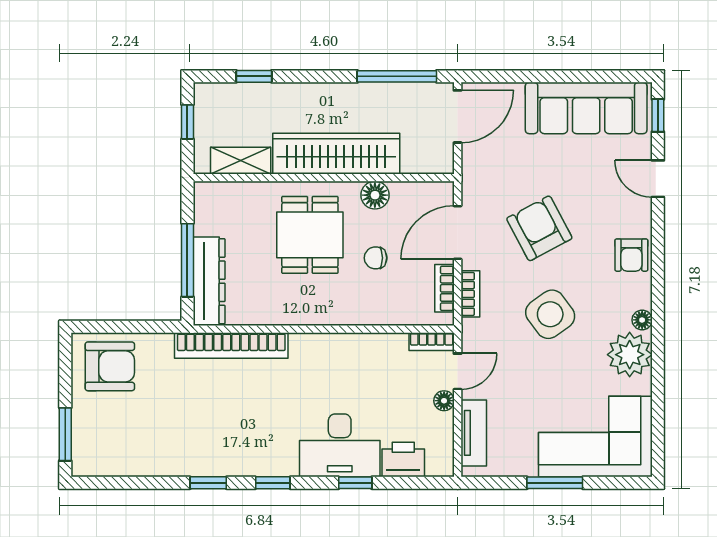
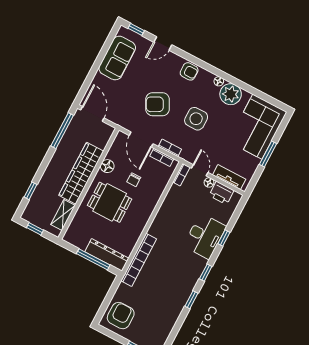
sofa: (586, 108) -> (117, 58), width x0.73
side table: (550, 314) -> (196, 119), turned 36
printer: (403, 459) -> (221, 193), moved, turned -90

